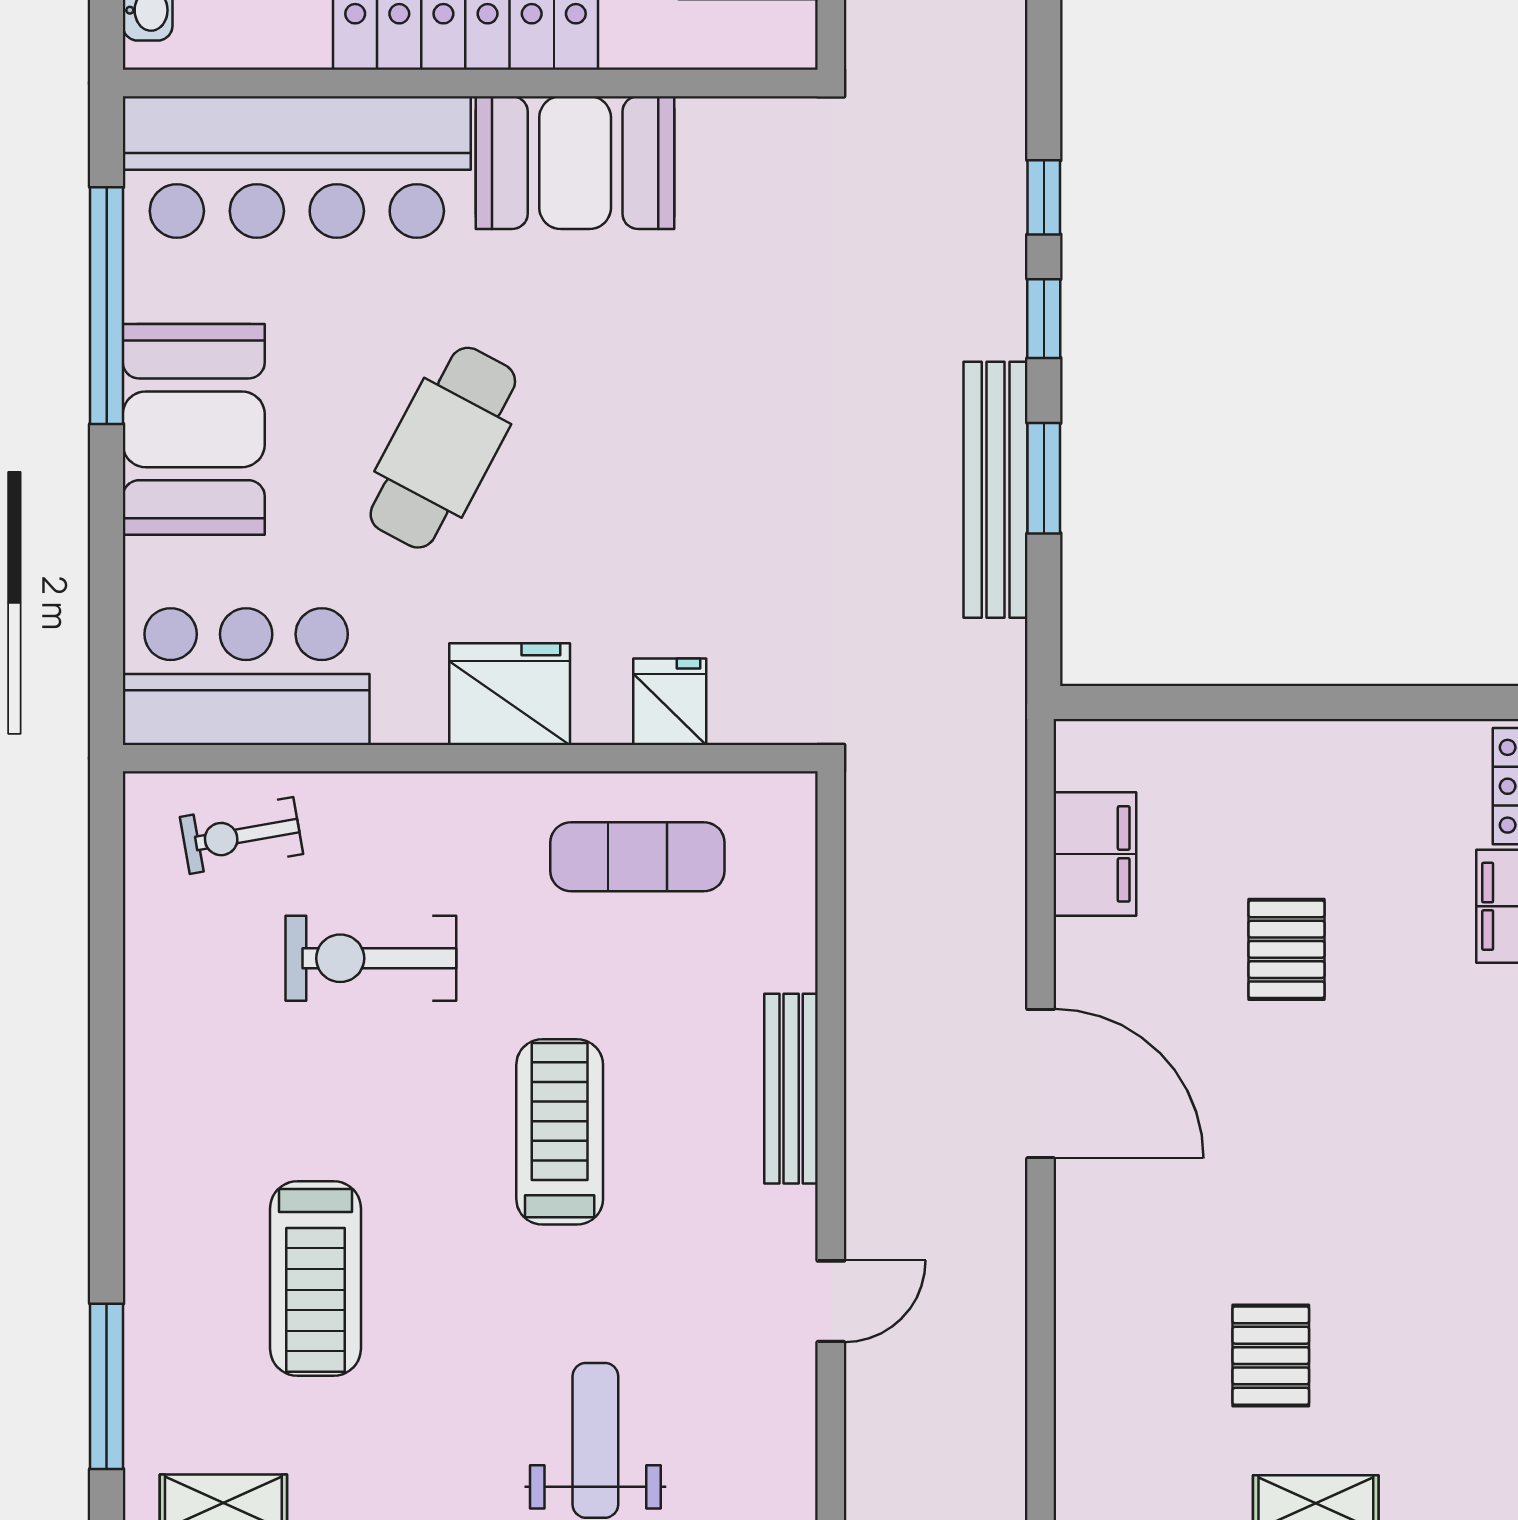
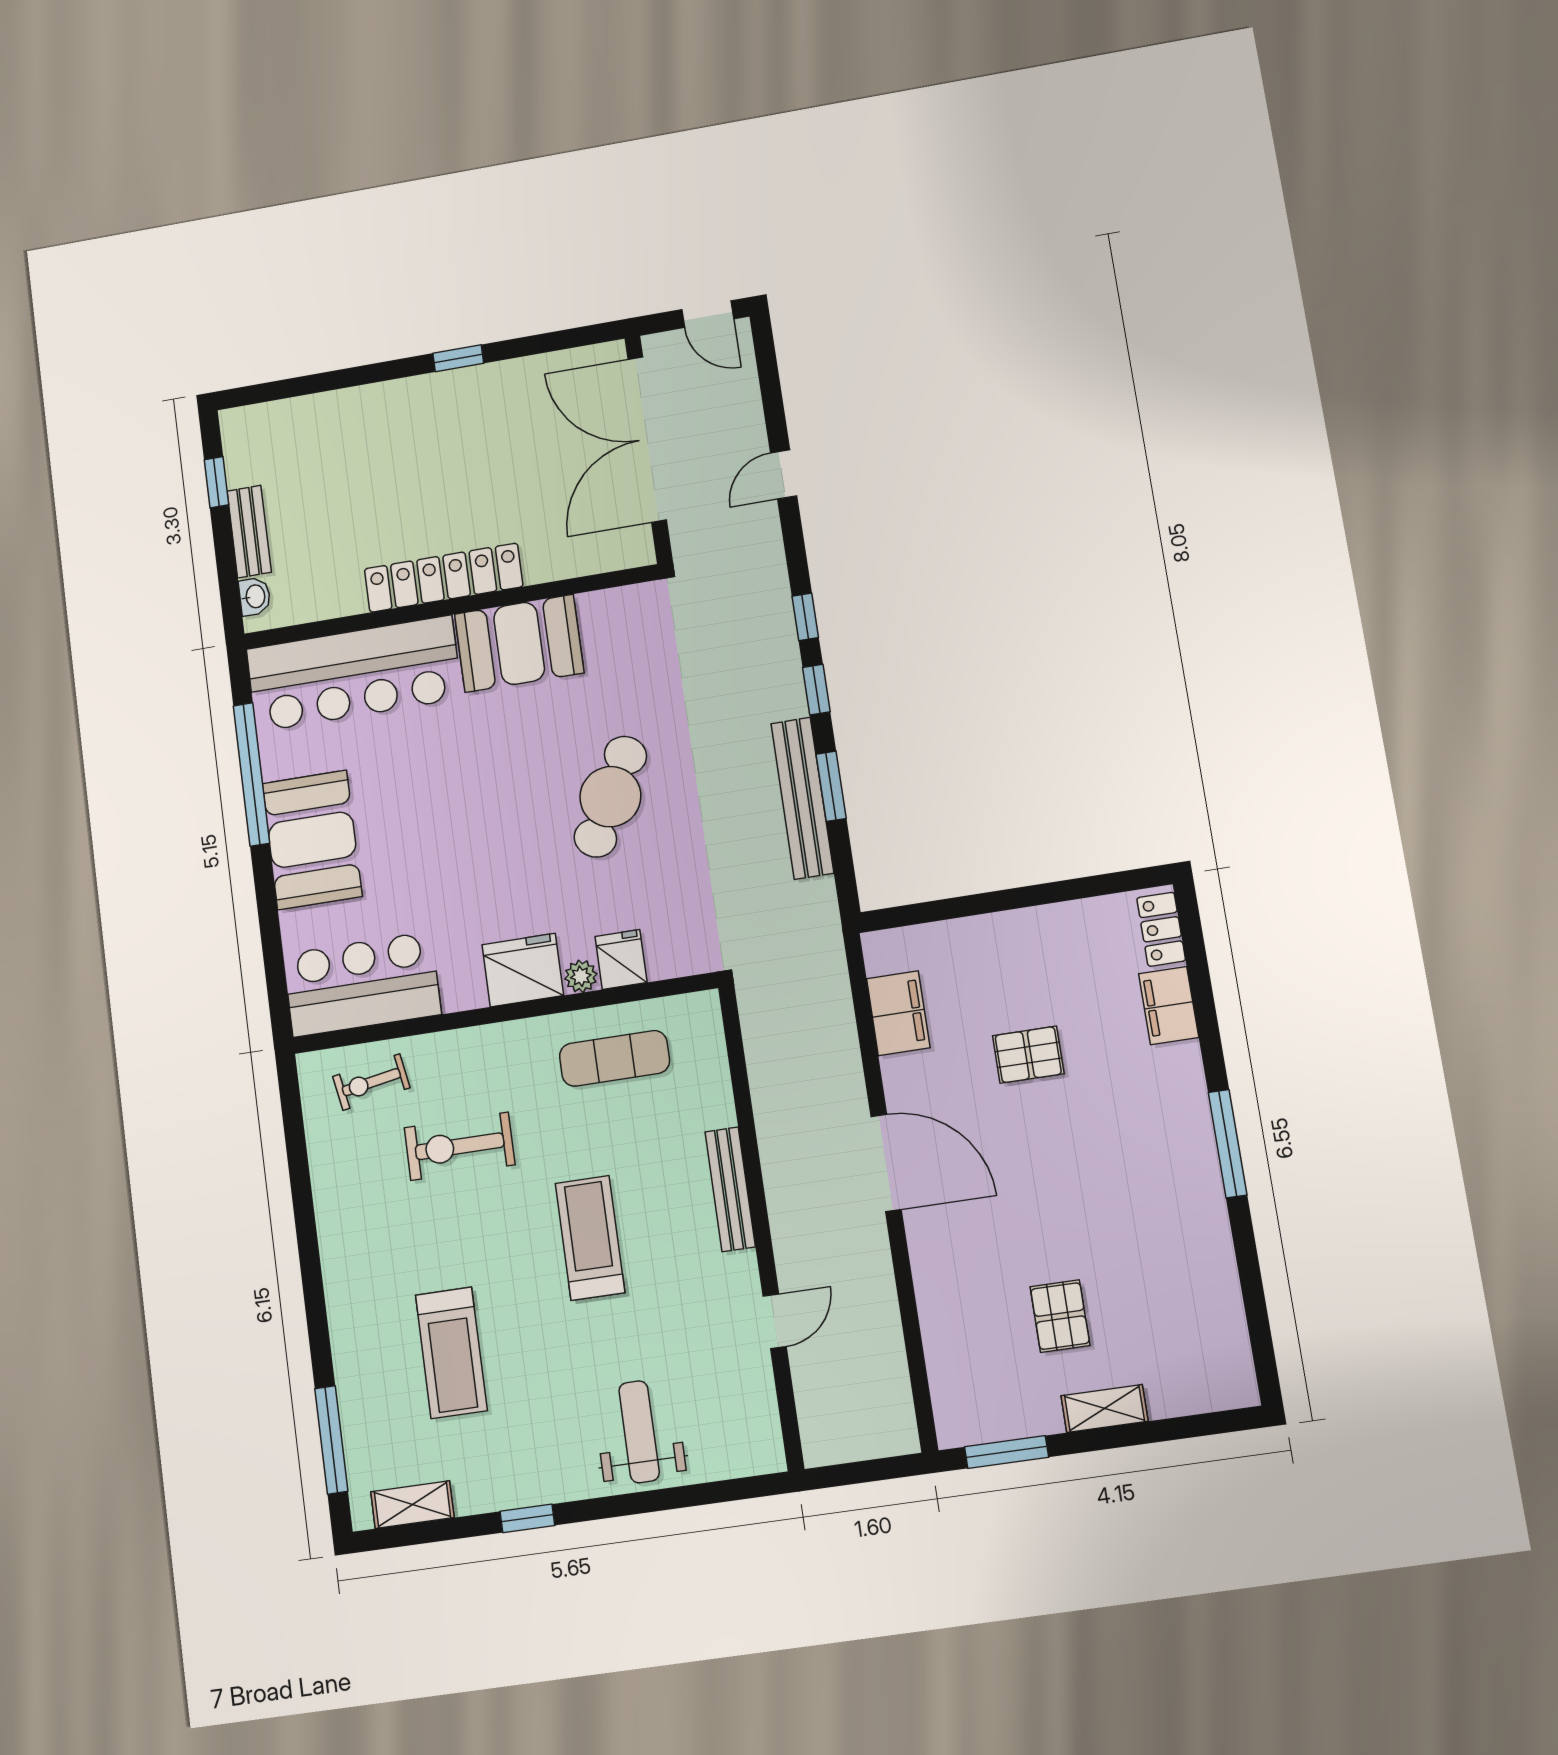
cafe table: (443, 448) -> (610, 797), moved
plant: (602, 719) -> (581, 976), added
pallet: (1286, 949) -> (1028, 1055), turned 90

